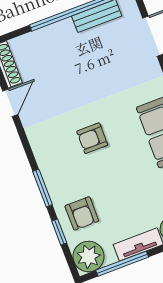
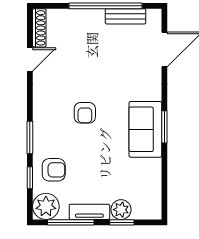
armchair: (92, 138) -> (85, 113), turned -90
armchair: (82, 213) -> (54, 170), turned -90

